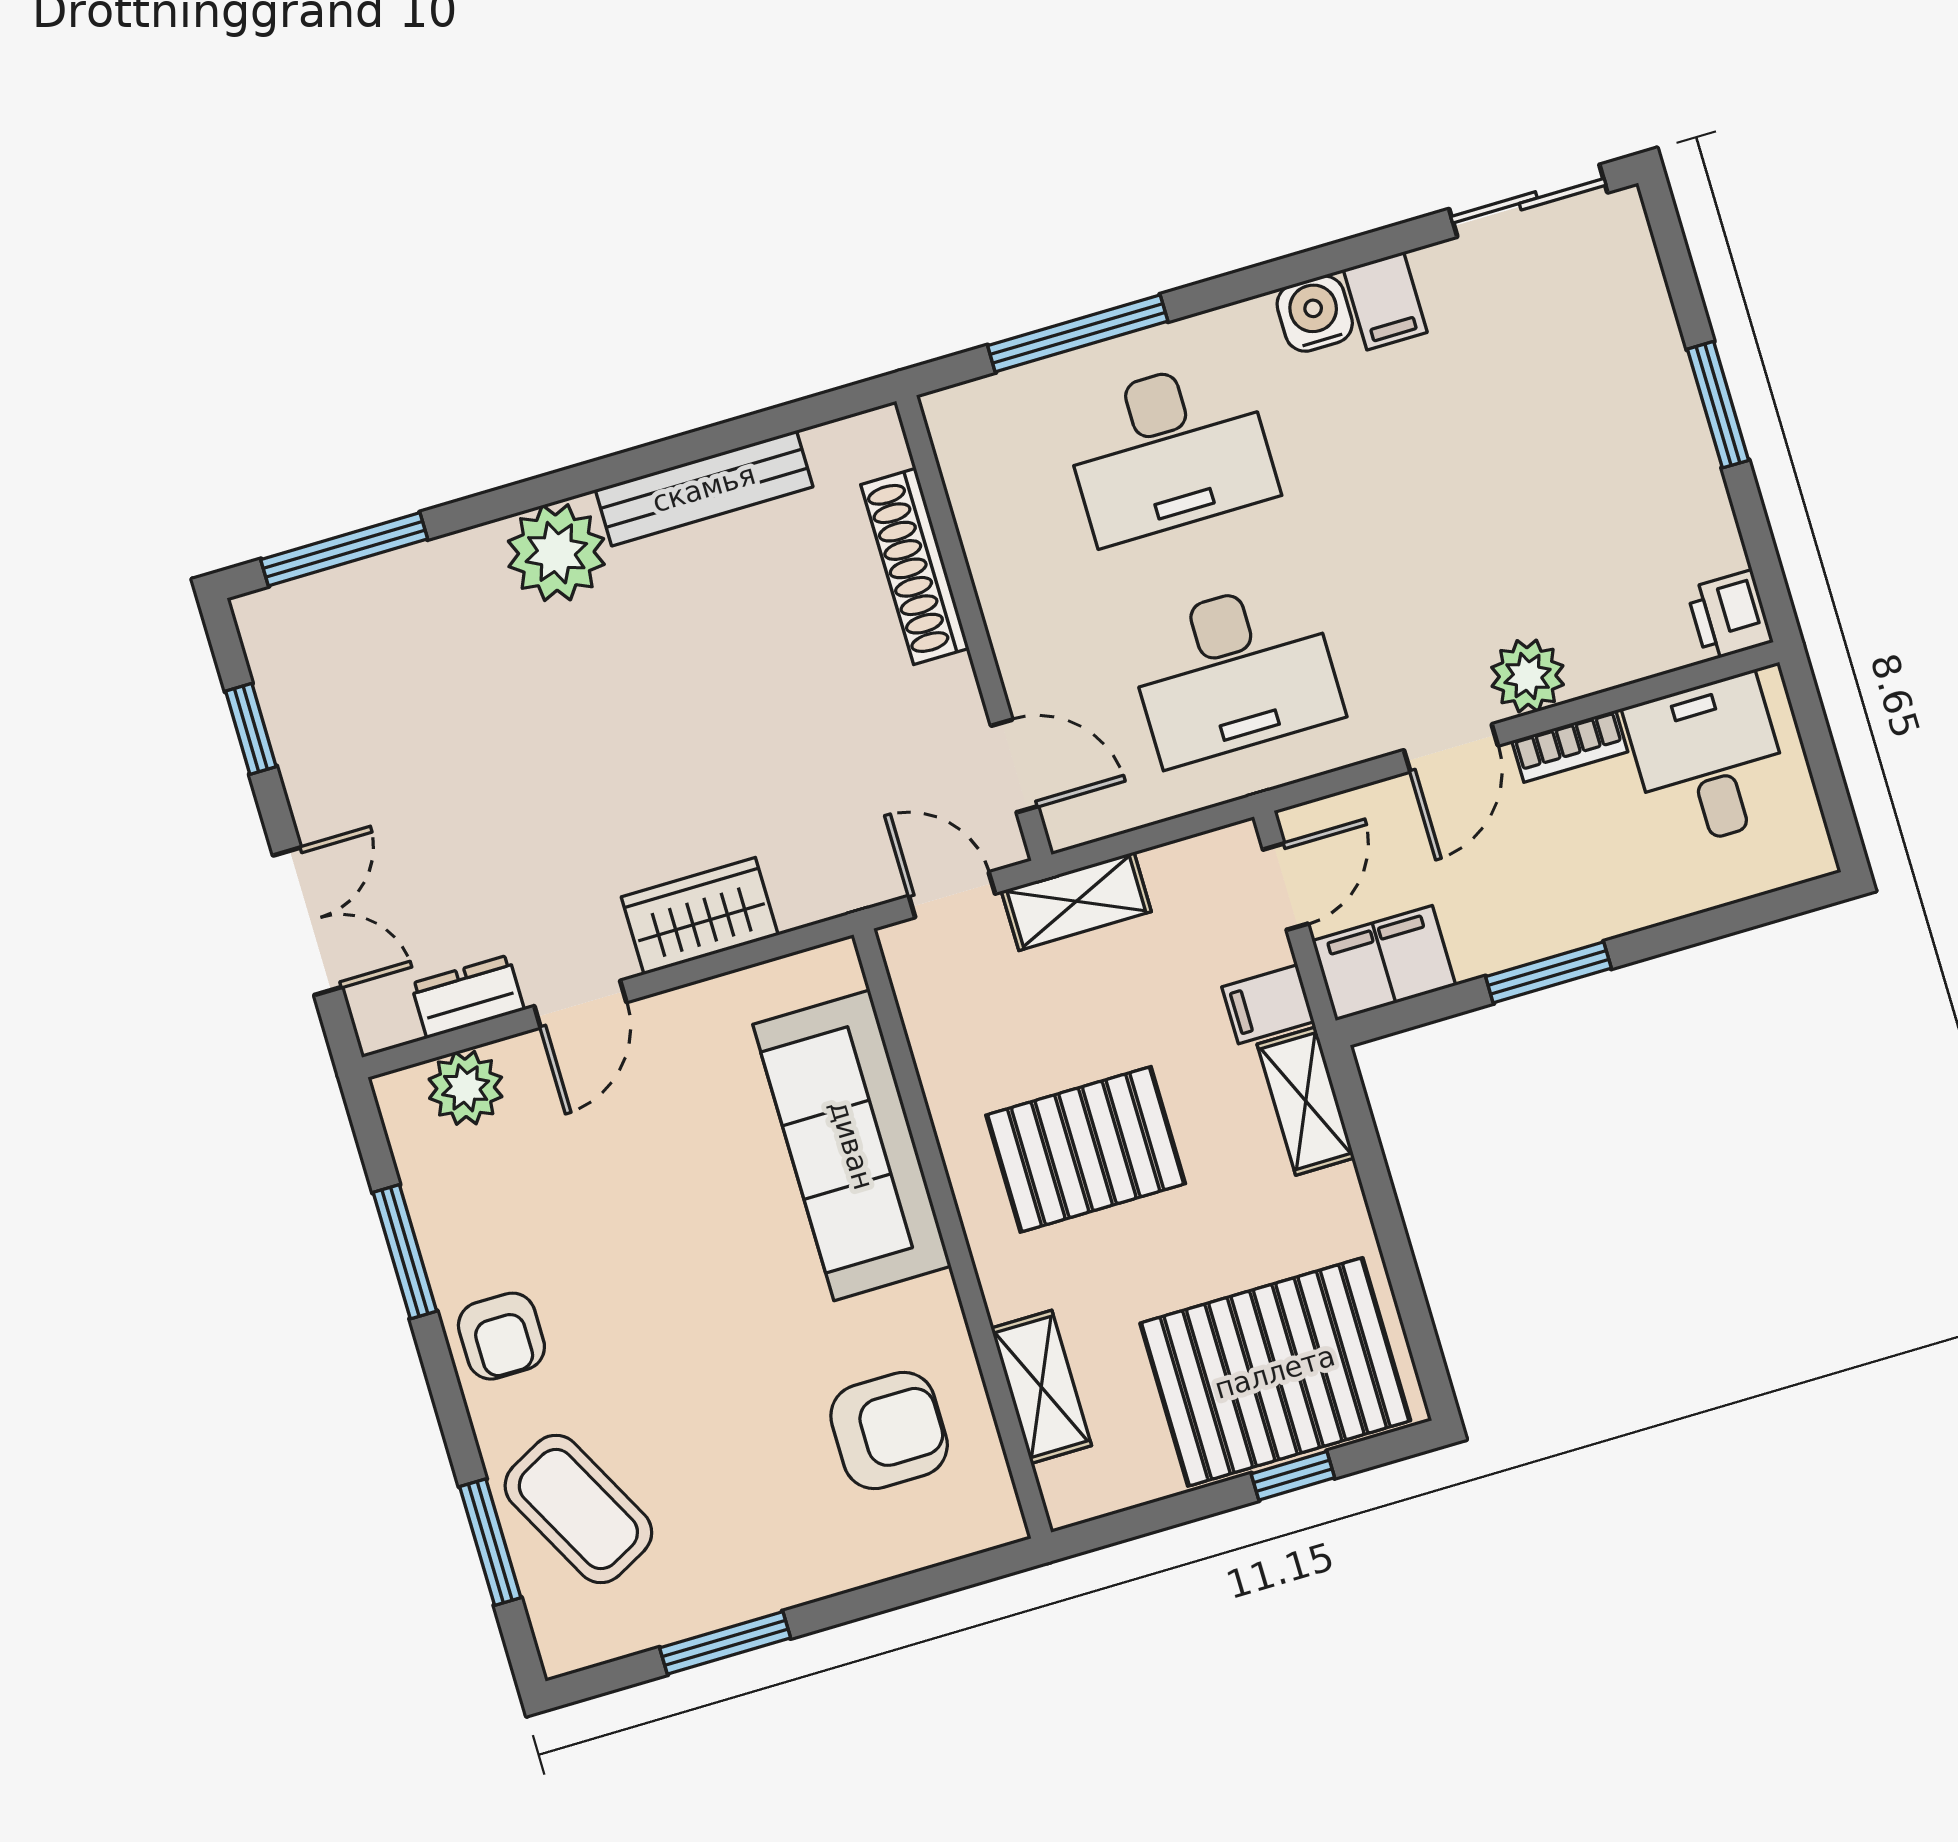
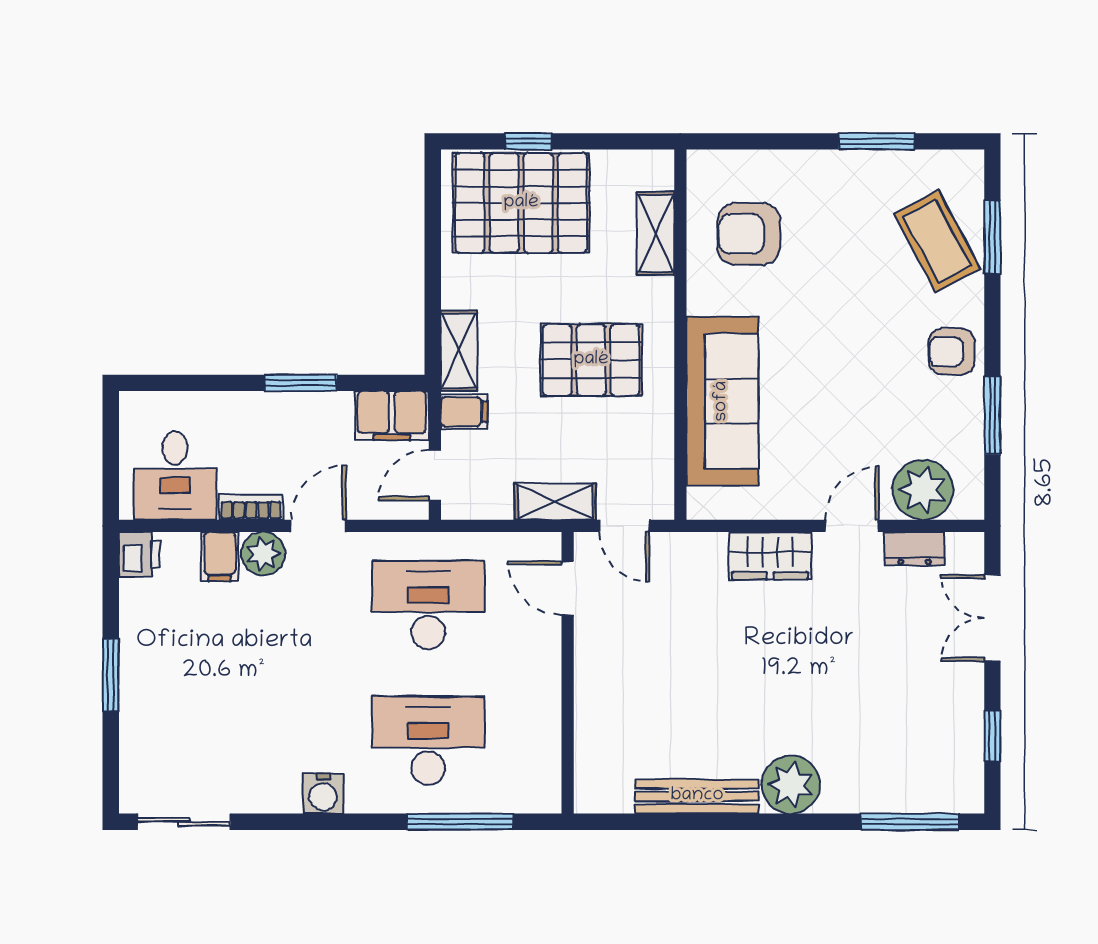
filing cabinet: (1385, 301) -> (220, 557), moved, turned 180
shoe rack: (915, 566) -> (591, 717), removed
plant: (466, 1088) -> (923, 490), width x1.36, depth x1.36
armchair: (501, 1336) -> (952, 352), turned -90

